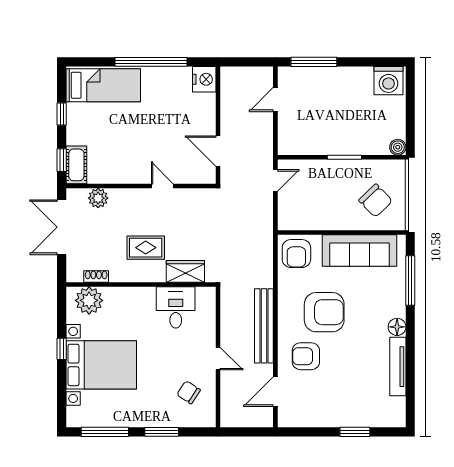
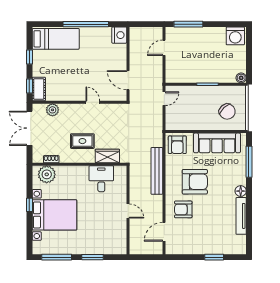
bench: (264, 326) -> (157, 171), moved
chair: (189, 392) -> (109, 232), removed

